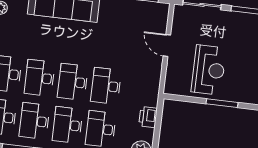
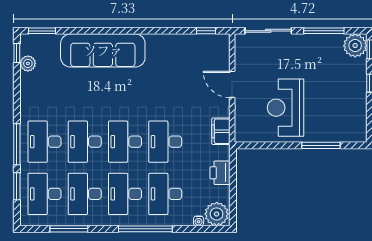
reception desk: (209, 70) -> (286, 108), turned 180
filing cabinet: (153, 83) -> (221, 131), added
window: (222, 103) -> (321, 145), moved

